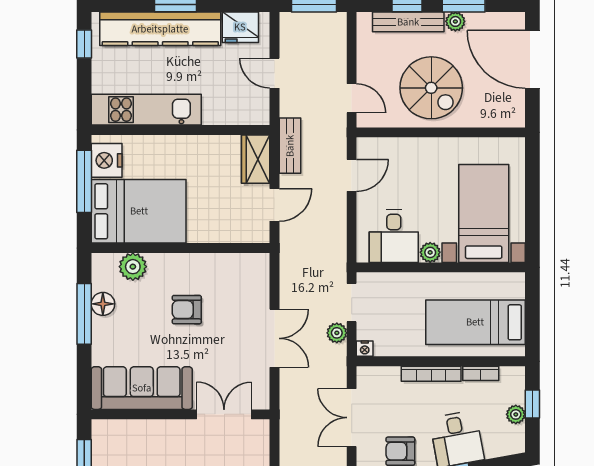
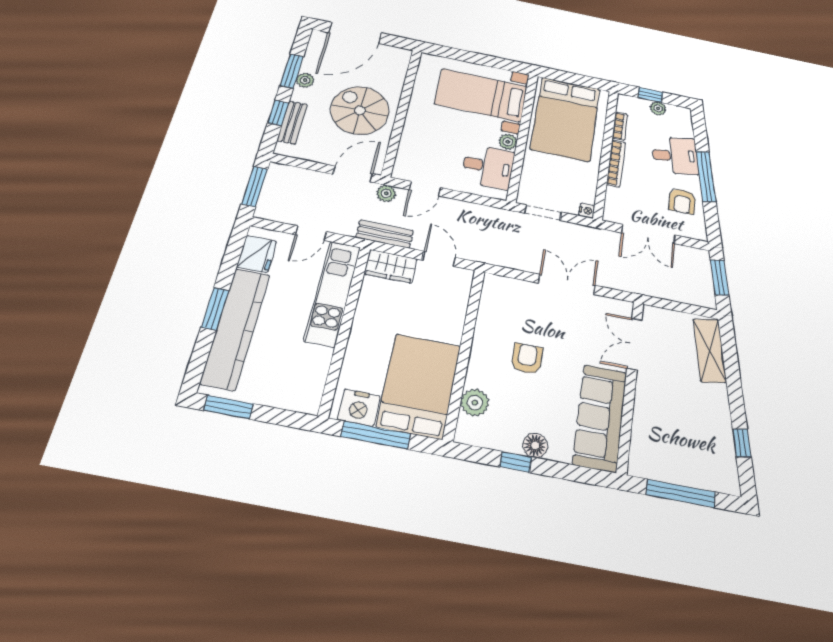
bench: (408, 22) -> (292, 122), width x0.73
window: (84, 44) -> (229, 407), width x1.50
spiral stairs: (431, 88) -> (360, 110), turned -90
door: (352, 98) -> (353, 174), width x1.38
kitchen unit: (146, 110) -> (333, 293), moved
door: (352, 175) -> (425, 189), swing flipped
floor lamp: (103, 304) -> (535, 445), moved
armchair: (187, 310) -> (527, 359), turned 180
window: (84, 314) -> (516, 462), width x0.46
bed: (475, 322) -> (565, 119), width x1.50
plant: (337, 333) -> (386, 193), moved

